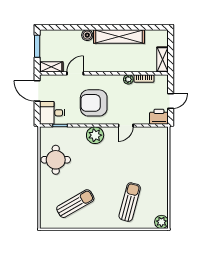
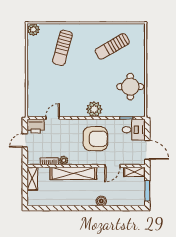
shelving: (119, 37) -> (73, 173), moved
door: (126, 126) -> (53, 118), moved

